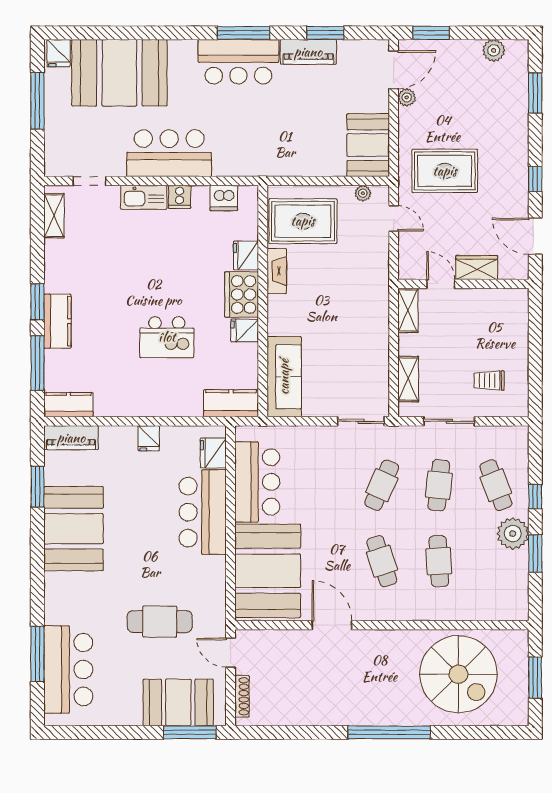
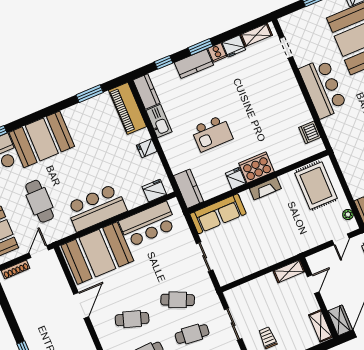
kitchen sink: (144, 197) -> (159, 121), moved, turned 180
cooker: (180, 197) -> (217, 53), moved, turned -90
fridge: (246, 255) -> (234, 46), moved, turned 180
wardrobe: (477, 268) -> (340, 320), moved
fireplace: (277, 271) -> (265, 189), moved
kitchen island: (167, 337) -> (212, 133), turned -90
window: (37, 363) -> (164, 62), width x0.46
shelving: (408, 379) -> (321, 326), moved, turned 90
sliding door: (361, 421) -> (205, 257), moved
piano: (71, 438) -> (128, 108), width x1.37, depth x1.33
bar counter: (203, 512) -> (96, 208), moved
booth: (74, 529) -> (42, 139), moved
cafe table: (382, 561) -> (132, 319), turned 36

